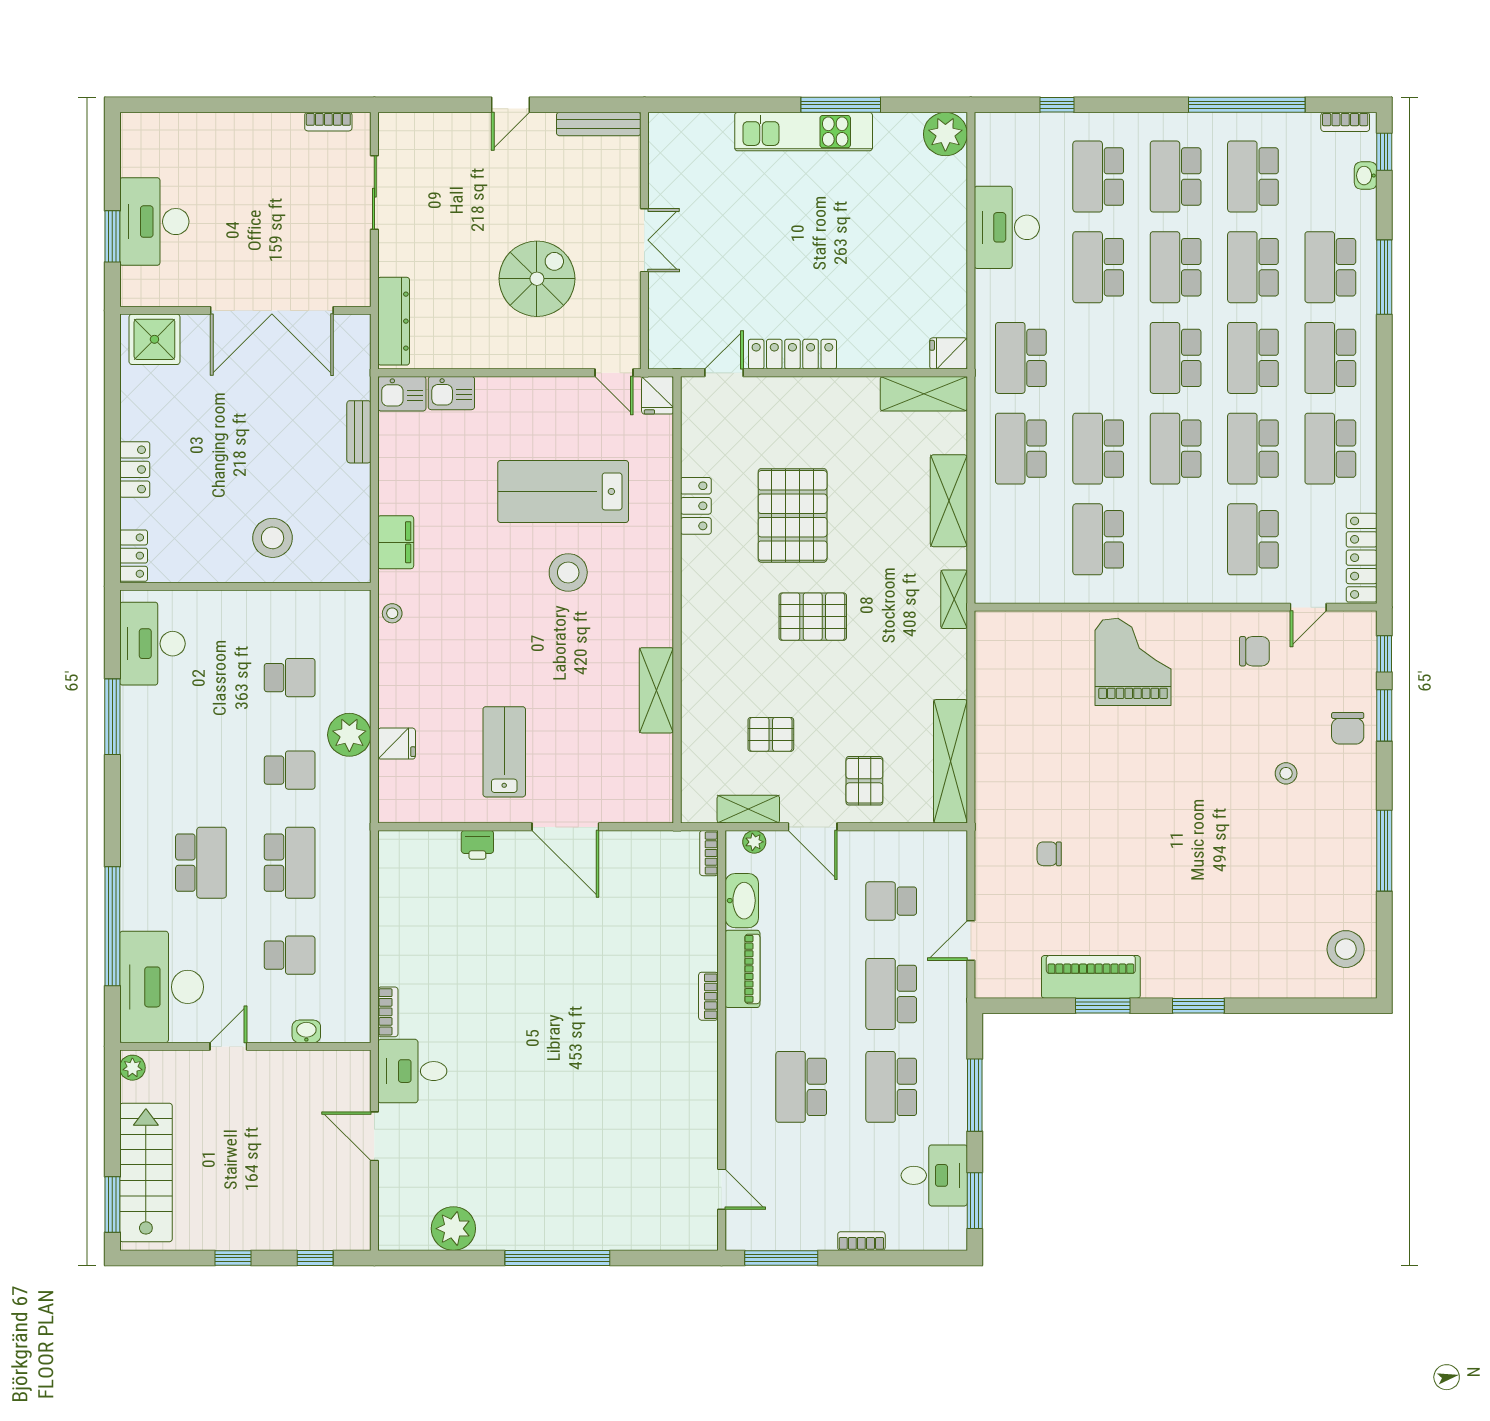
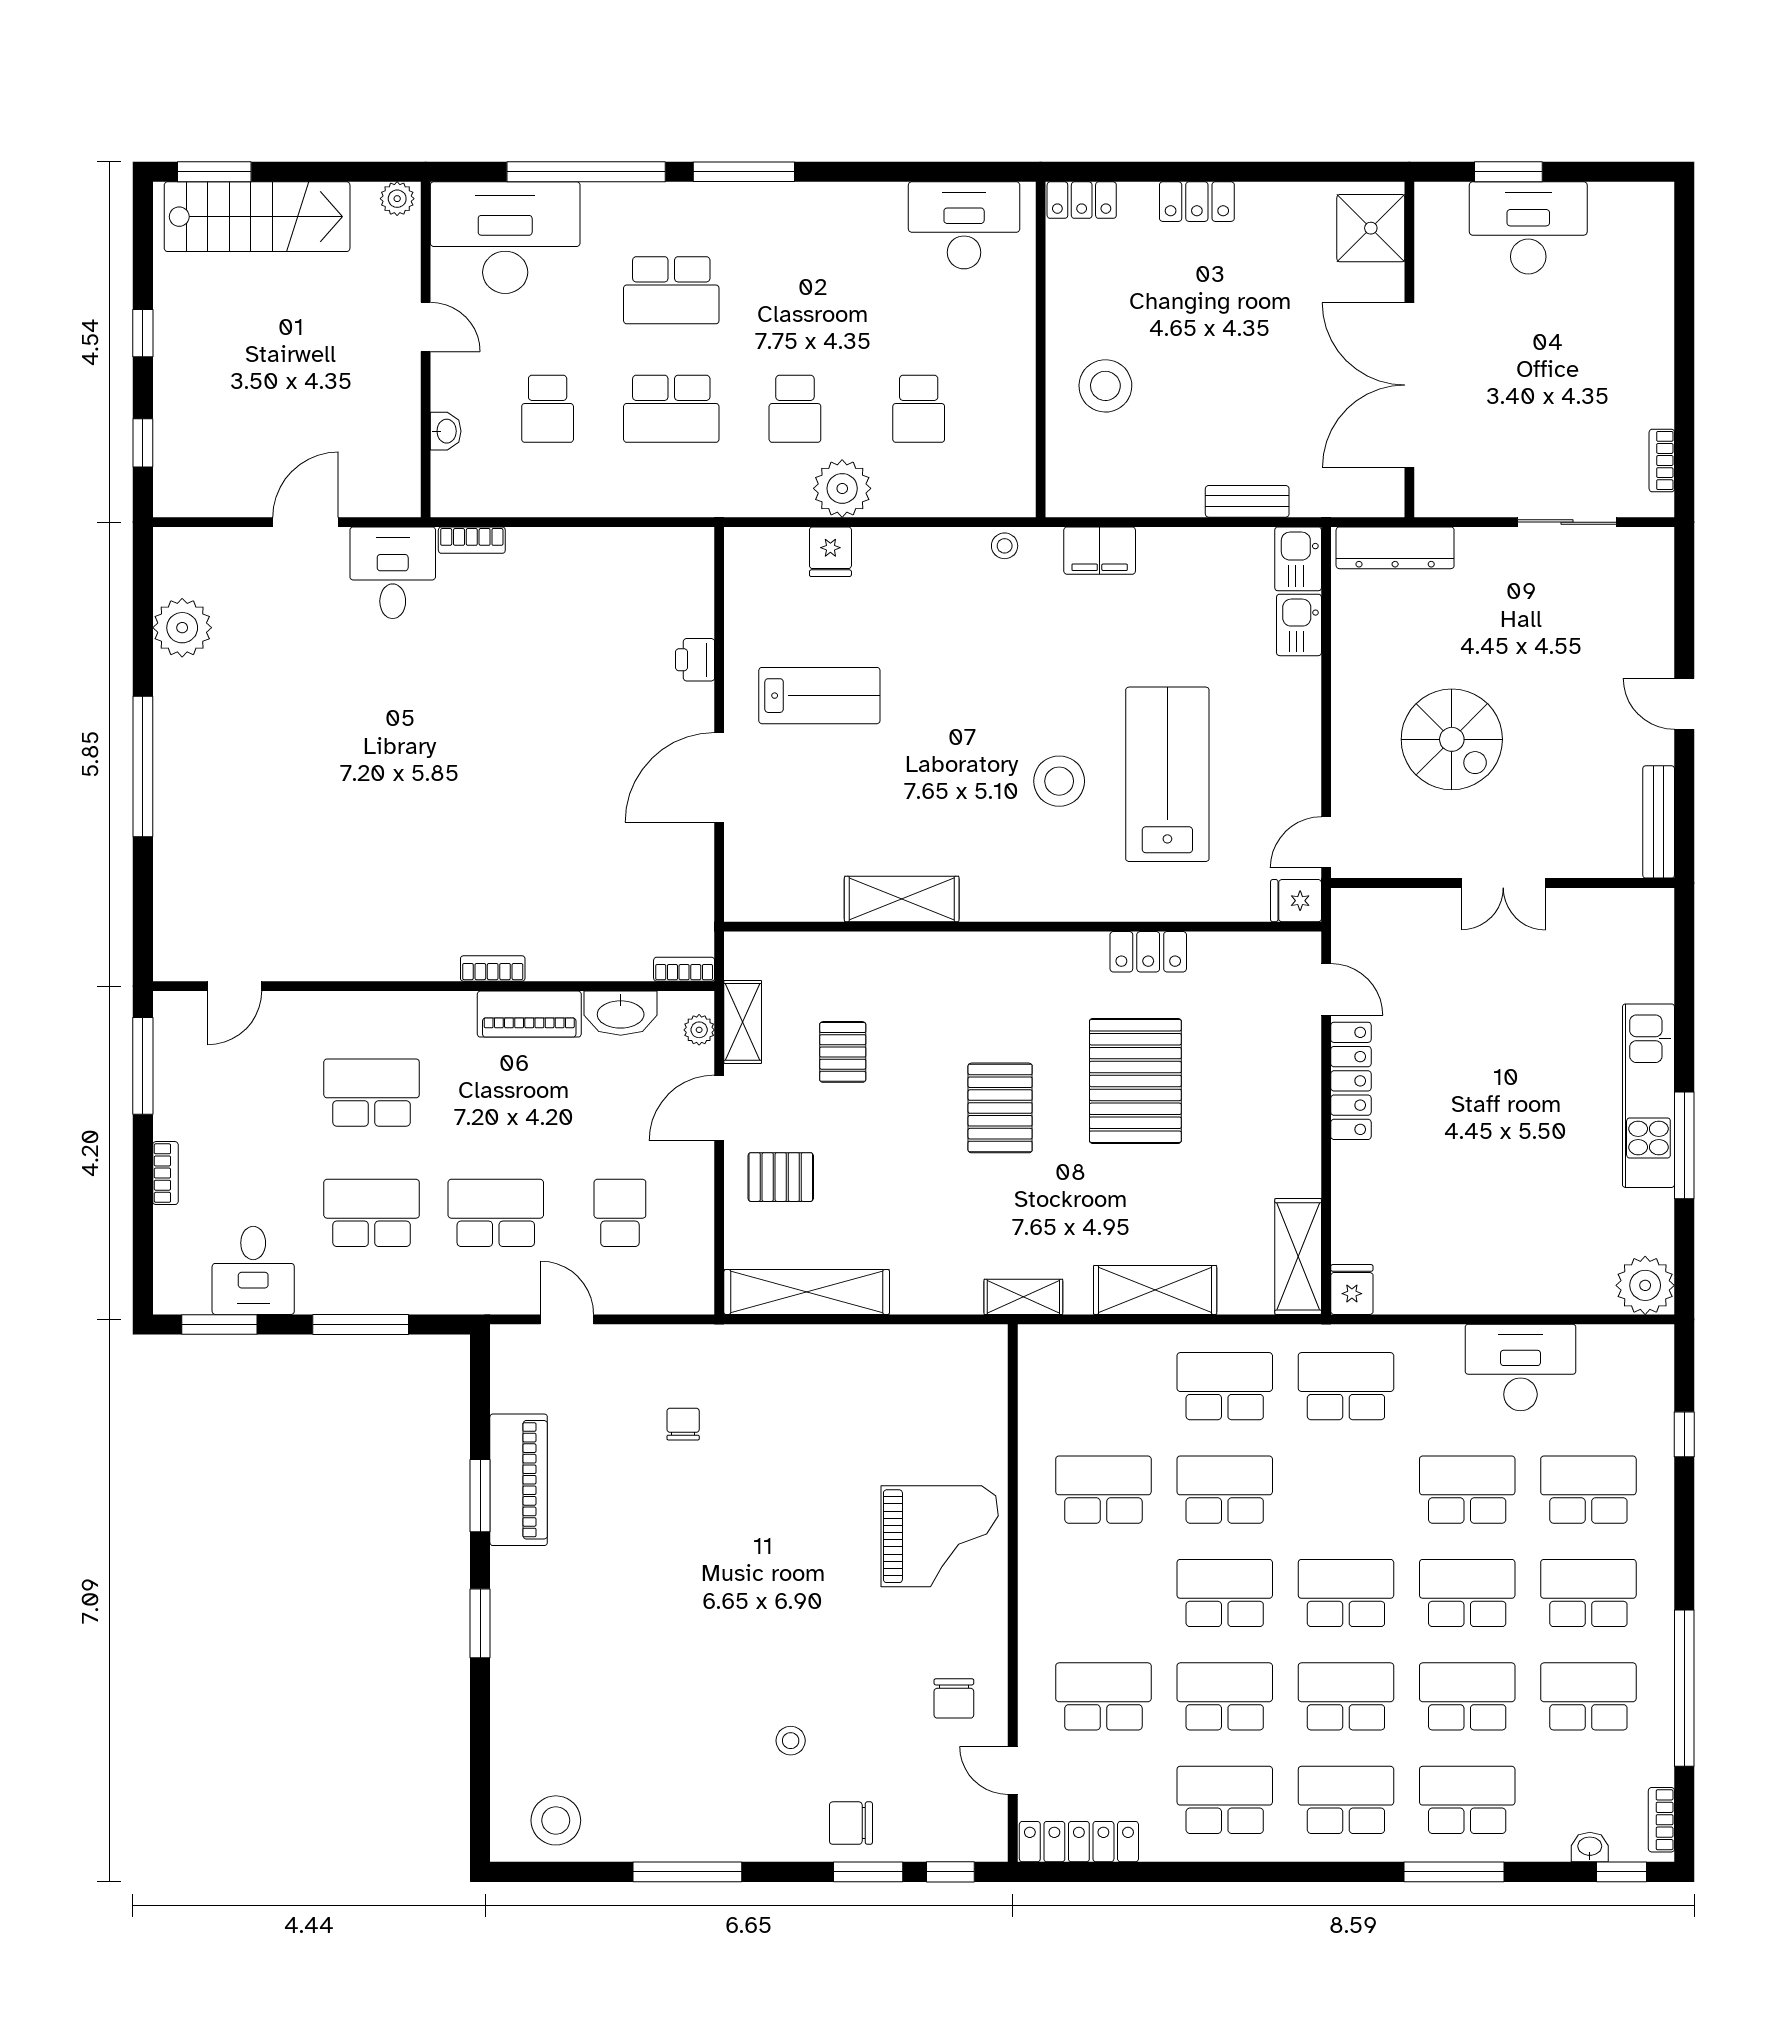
pallet: (793, 515) -> (1135, 1081), turned 90
window: (112, 717) -> (744, 172), moved

